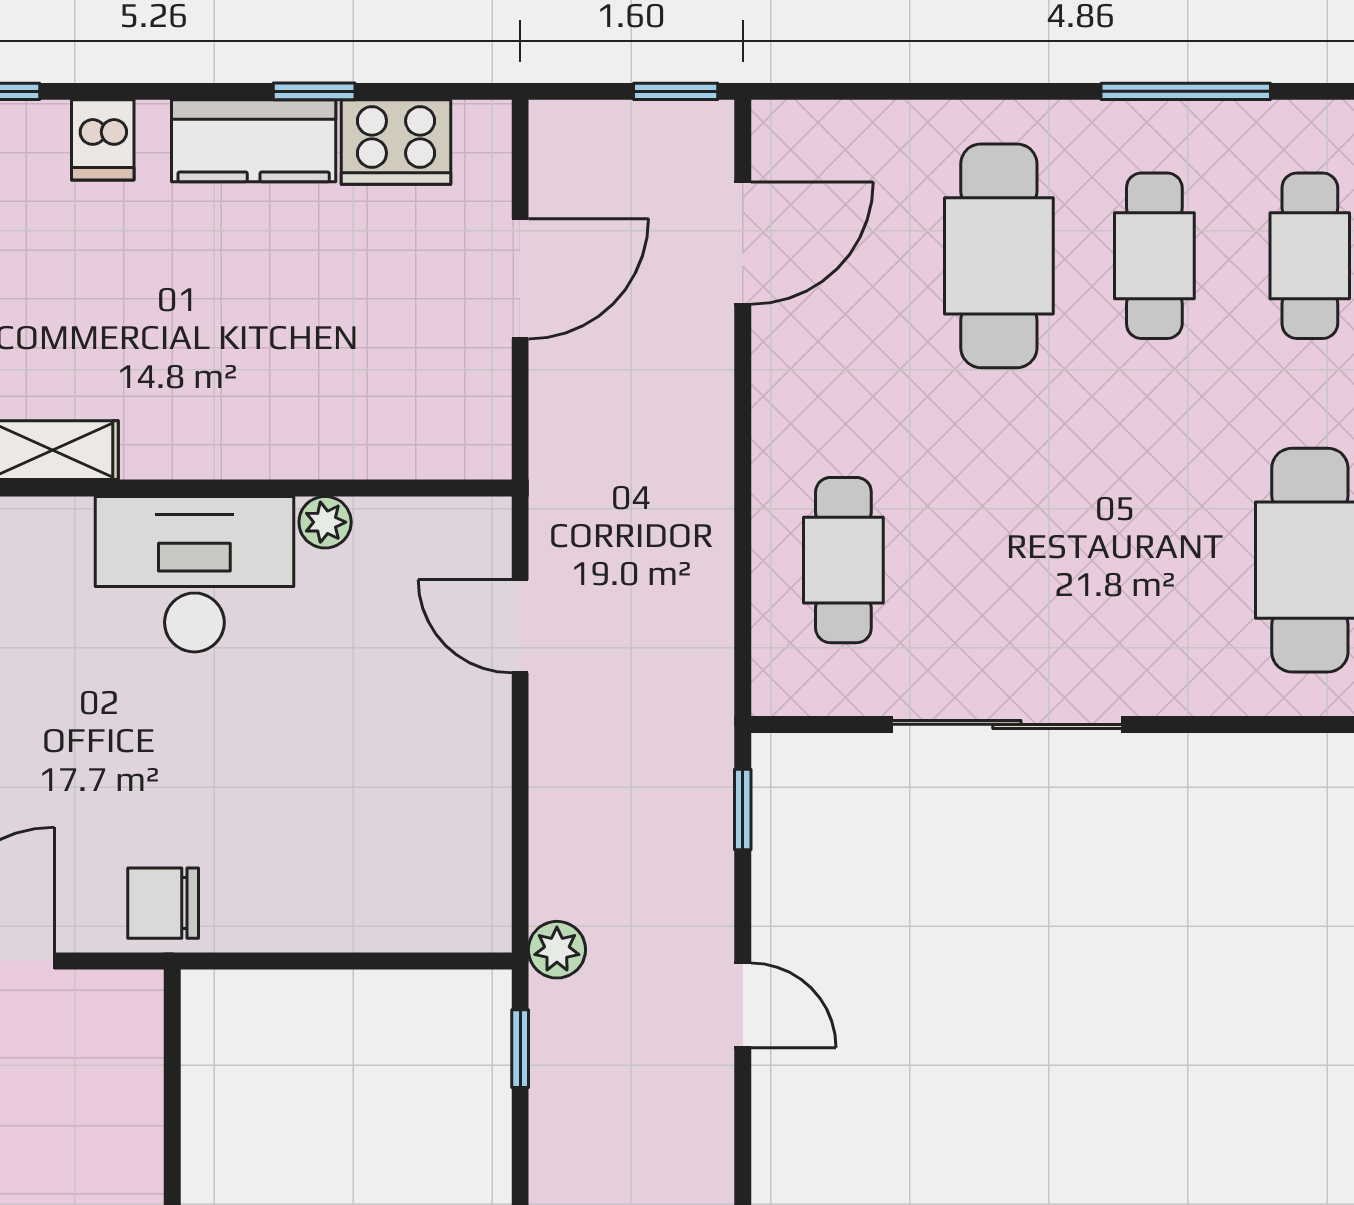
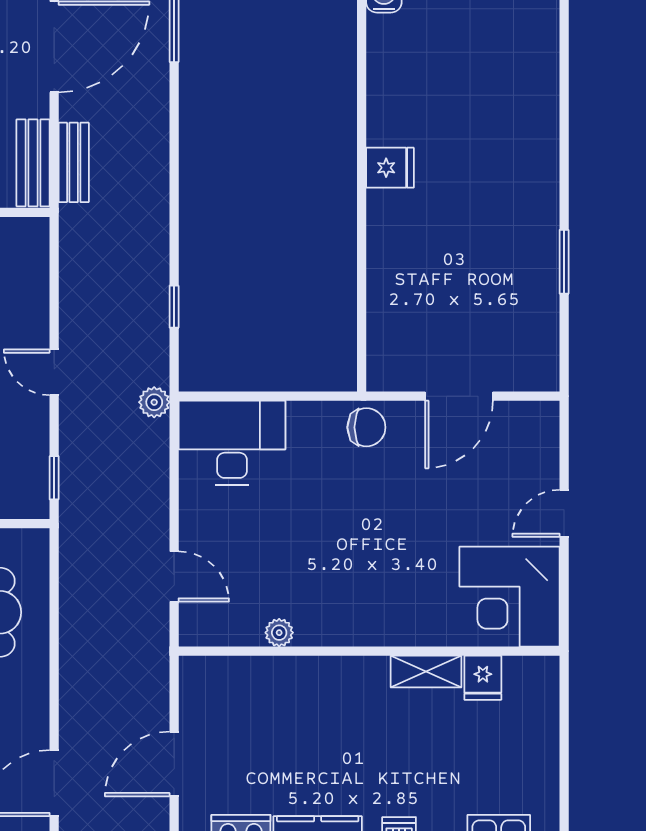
desk: (194, 574) -> (232, 443), moved, turned 180
window: (520, 1049) -> (174, 307), moved

